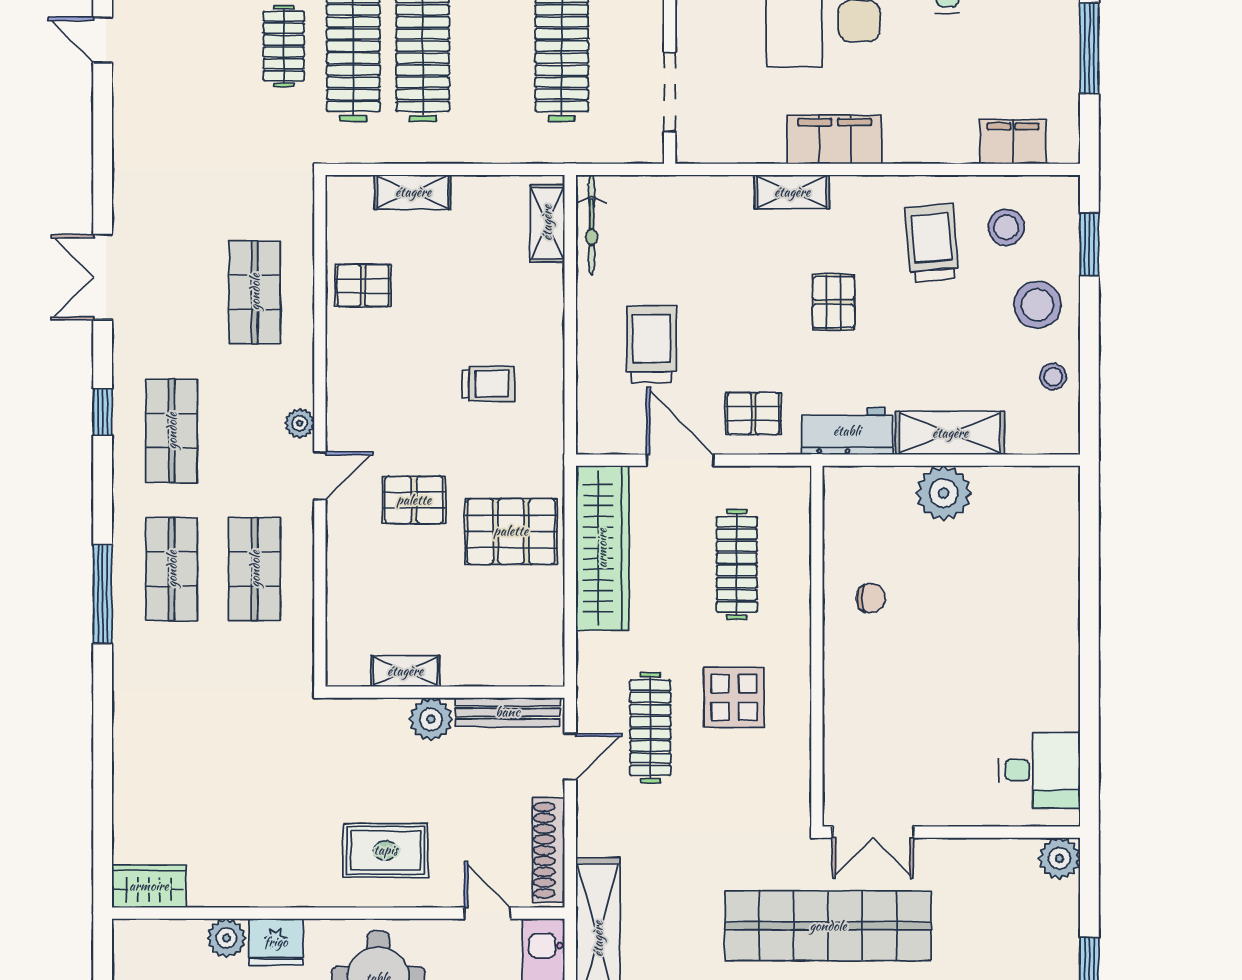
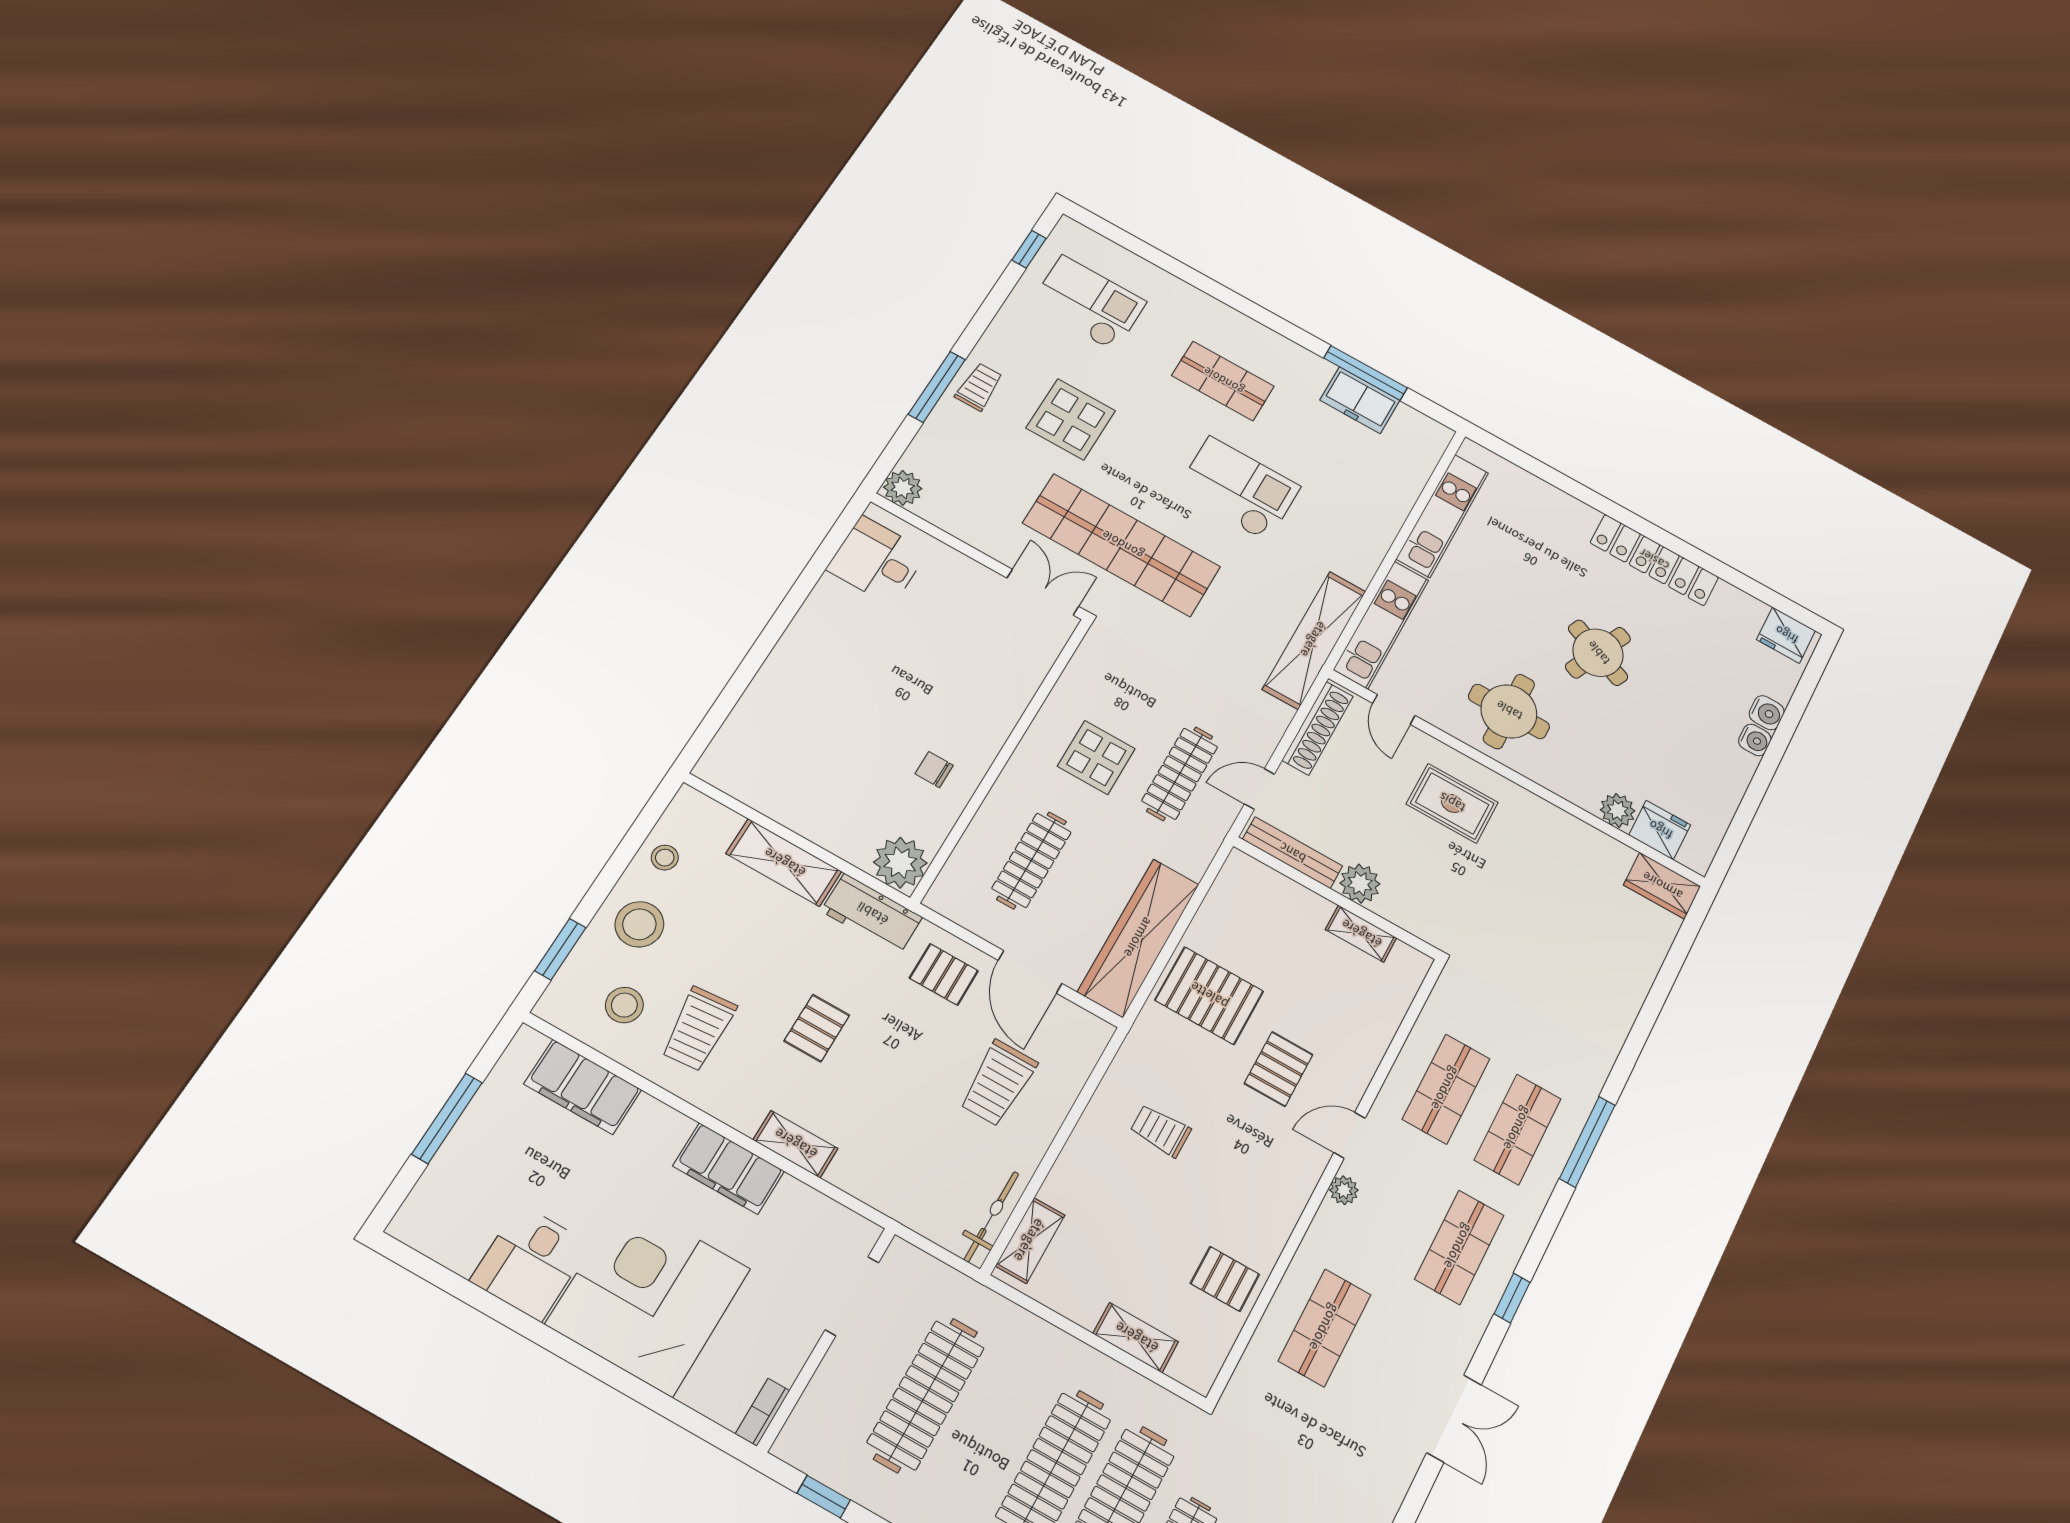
filing cabinet: (1013, 142) -> (583, 1087), width x1.50, depth x1.17
plant: (944, 493) -> (900, 863), moved
pallet: (414, 500) -> (1279, 1069), turned 90
fridge: (276, 942) -> (1660, 830), moved

